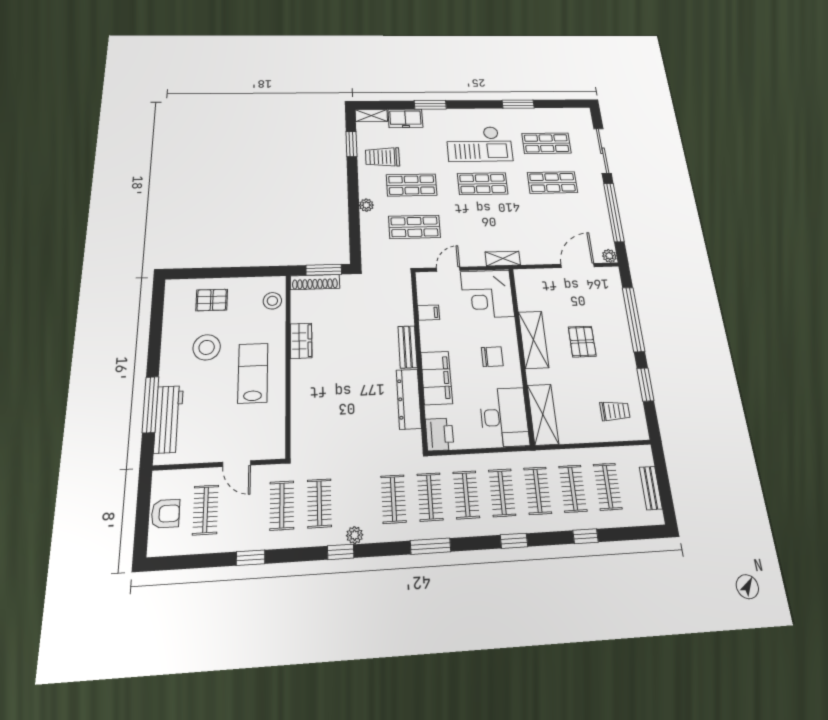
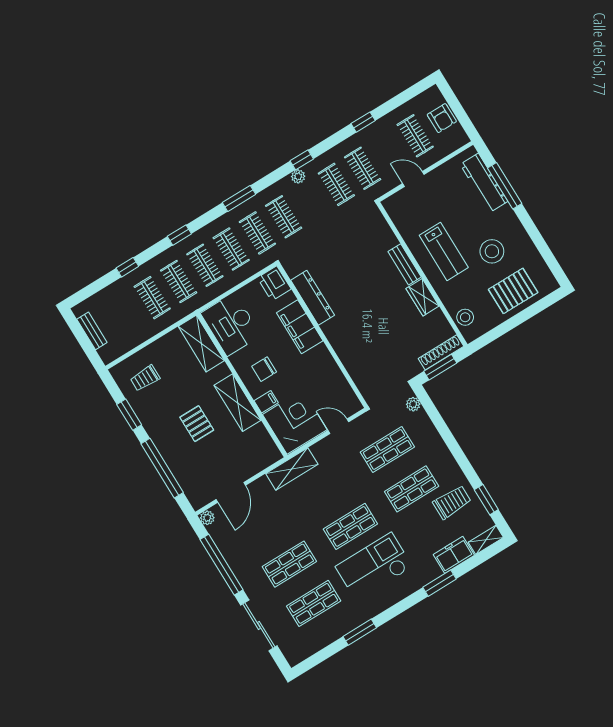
plant: (366, 205) -> (413, 404), moved
shelving: (503, 259) -> (292, 469), width x1.50, depth x1.33
door: (448, 269) -> (338, 426), swing flipped
pallet: (212, 300) -> (513, 291), width x1.50, depth x1.42
filing cabinet: (429, 313) -> (266, 402), moved, turned 180
bench: (408, 347) -> (405, 264), moved
clothes rail: (608, 487) -> (126, 314), removed
armchair: (165, 514) -> (442, 118), turned -90

